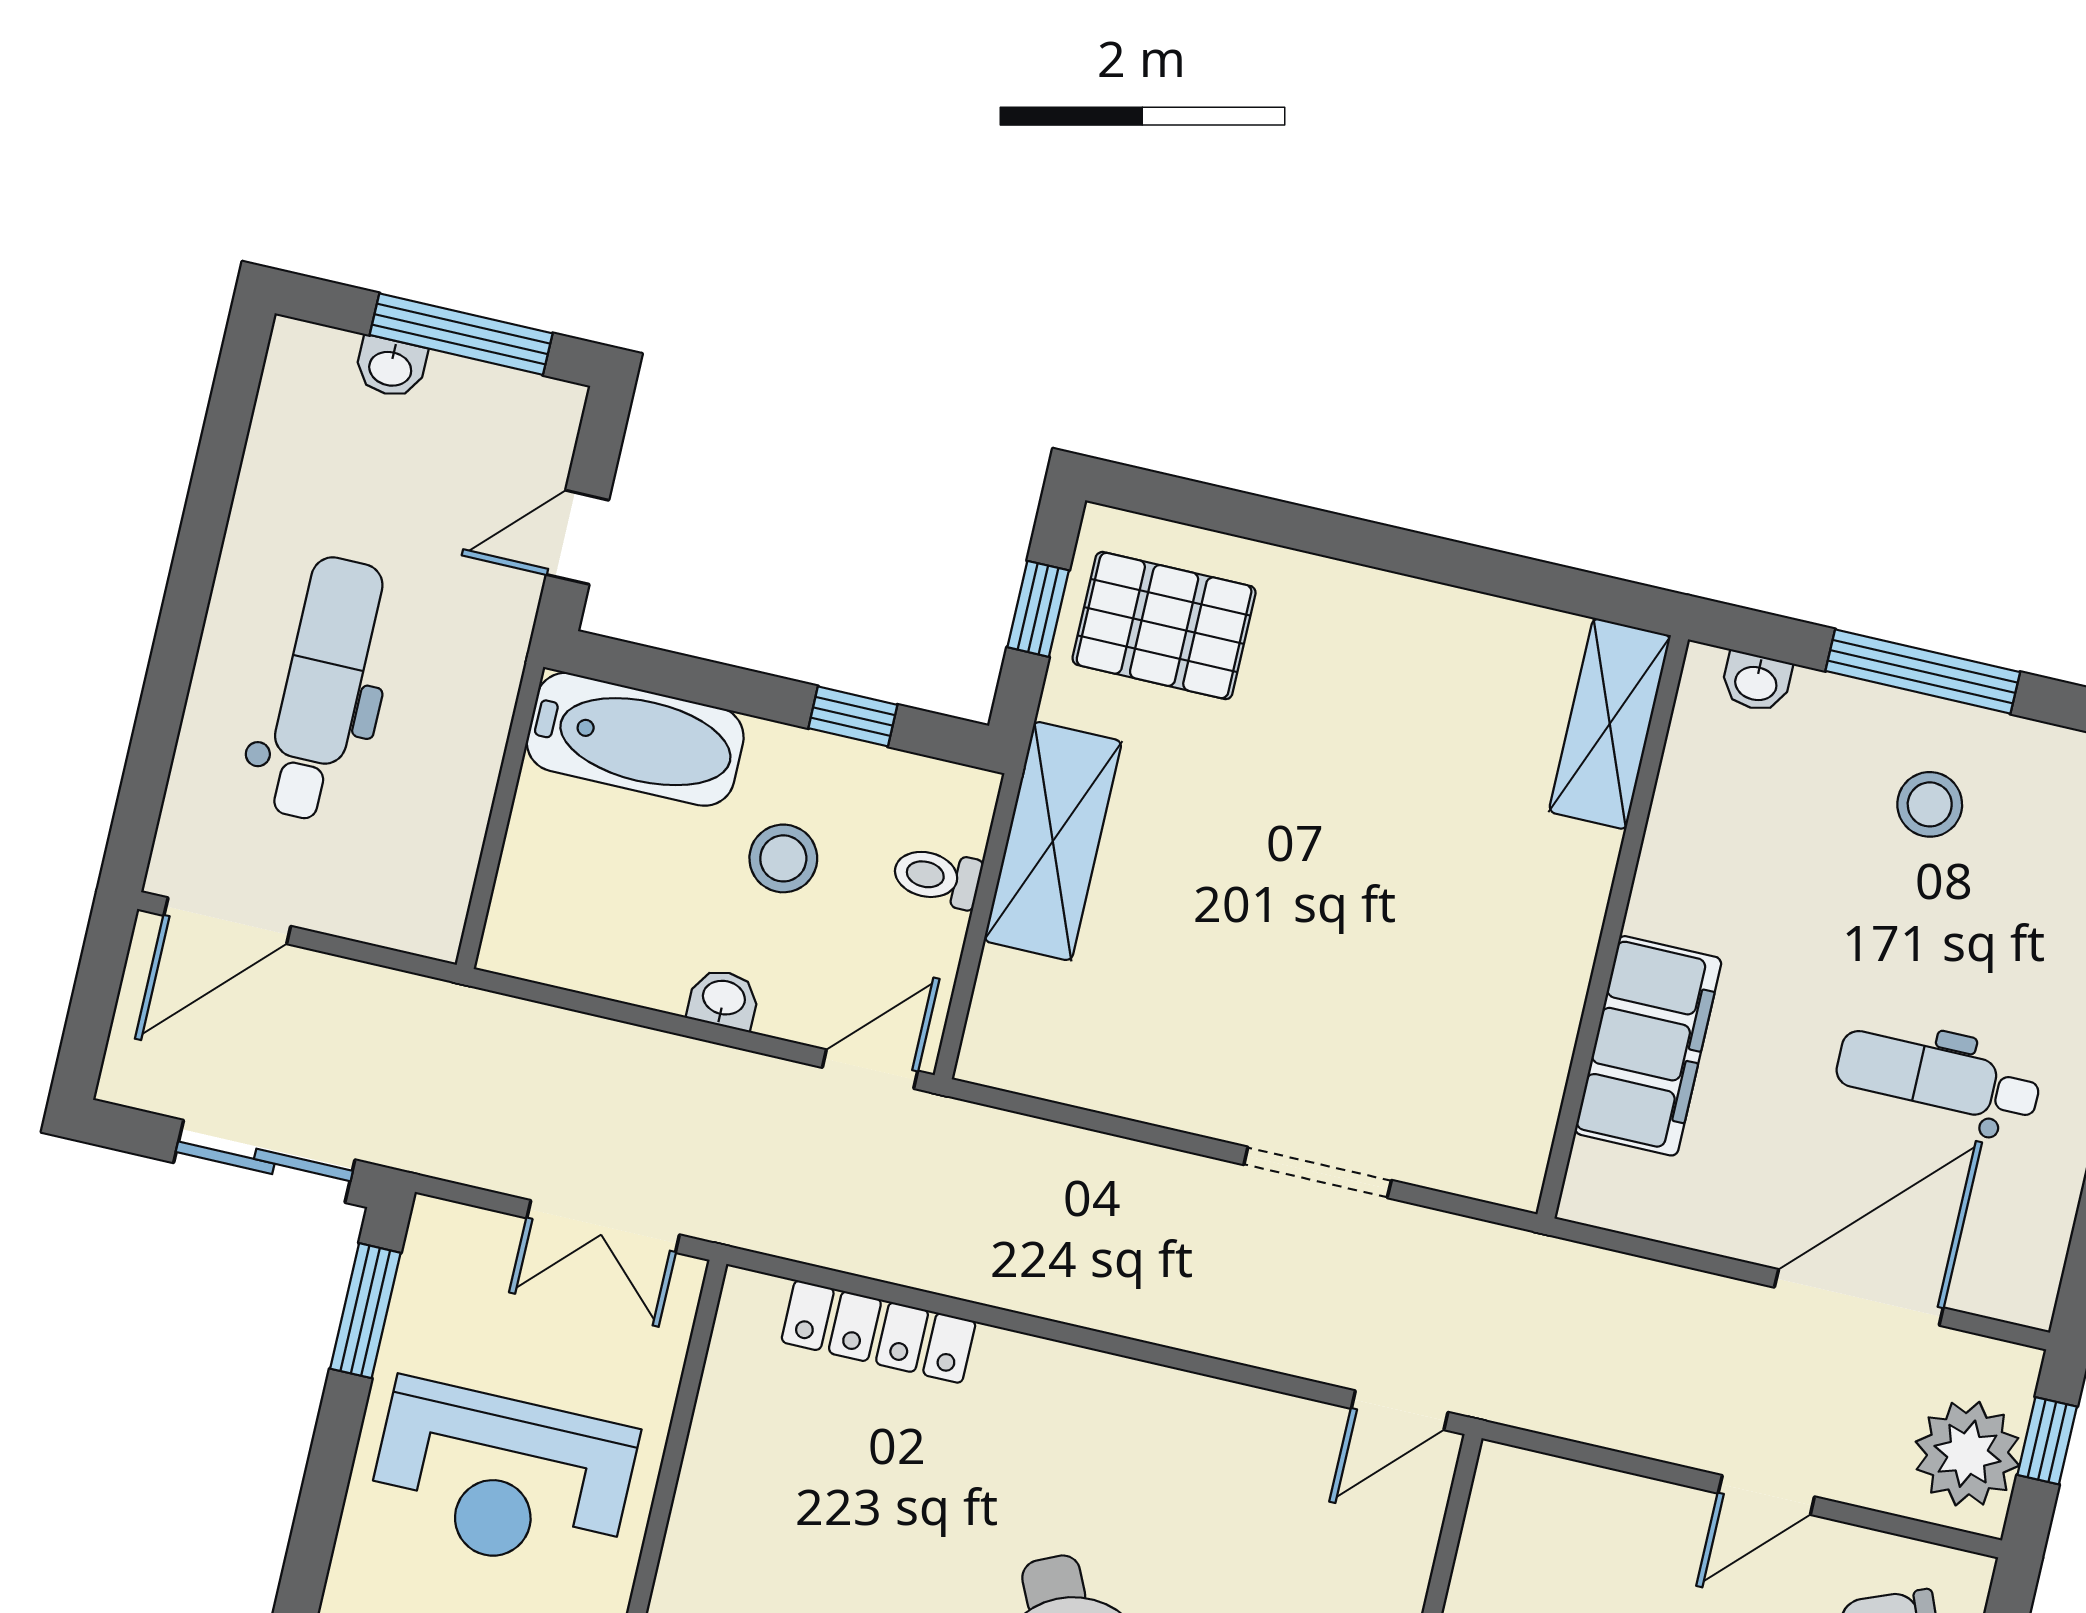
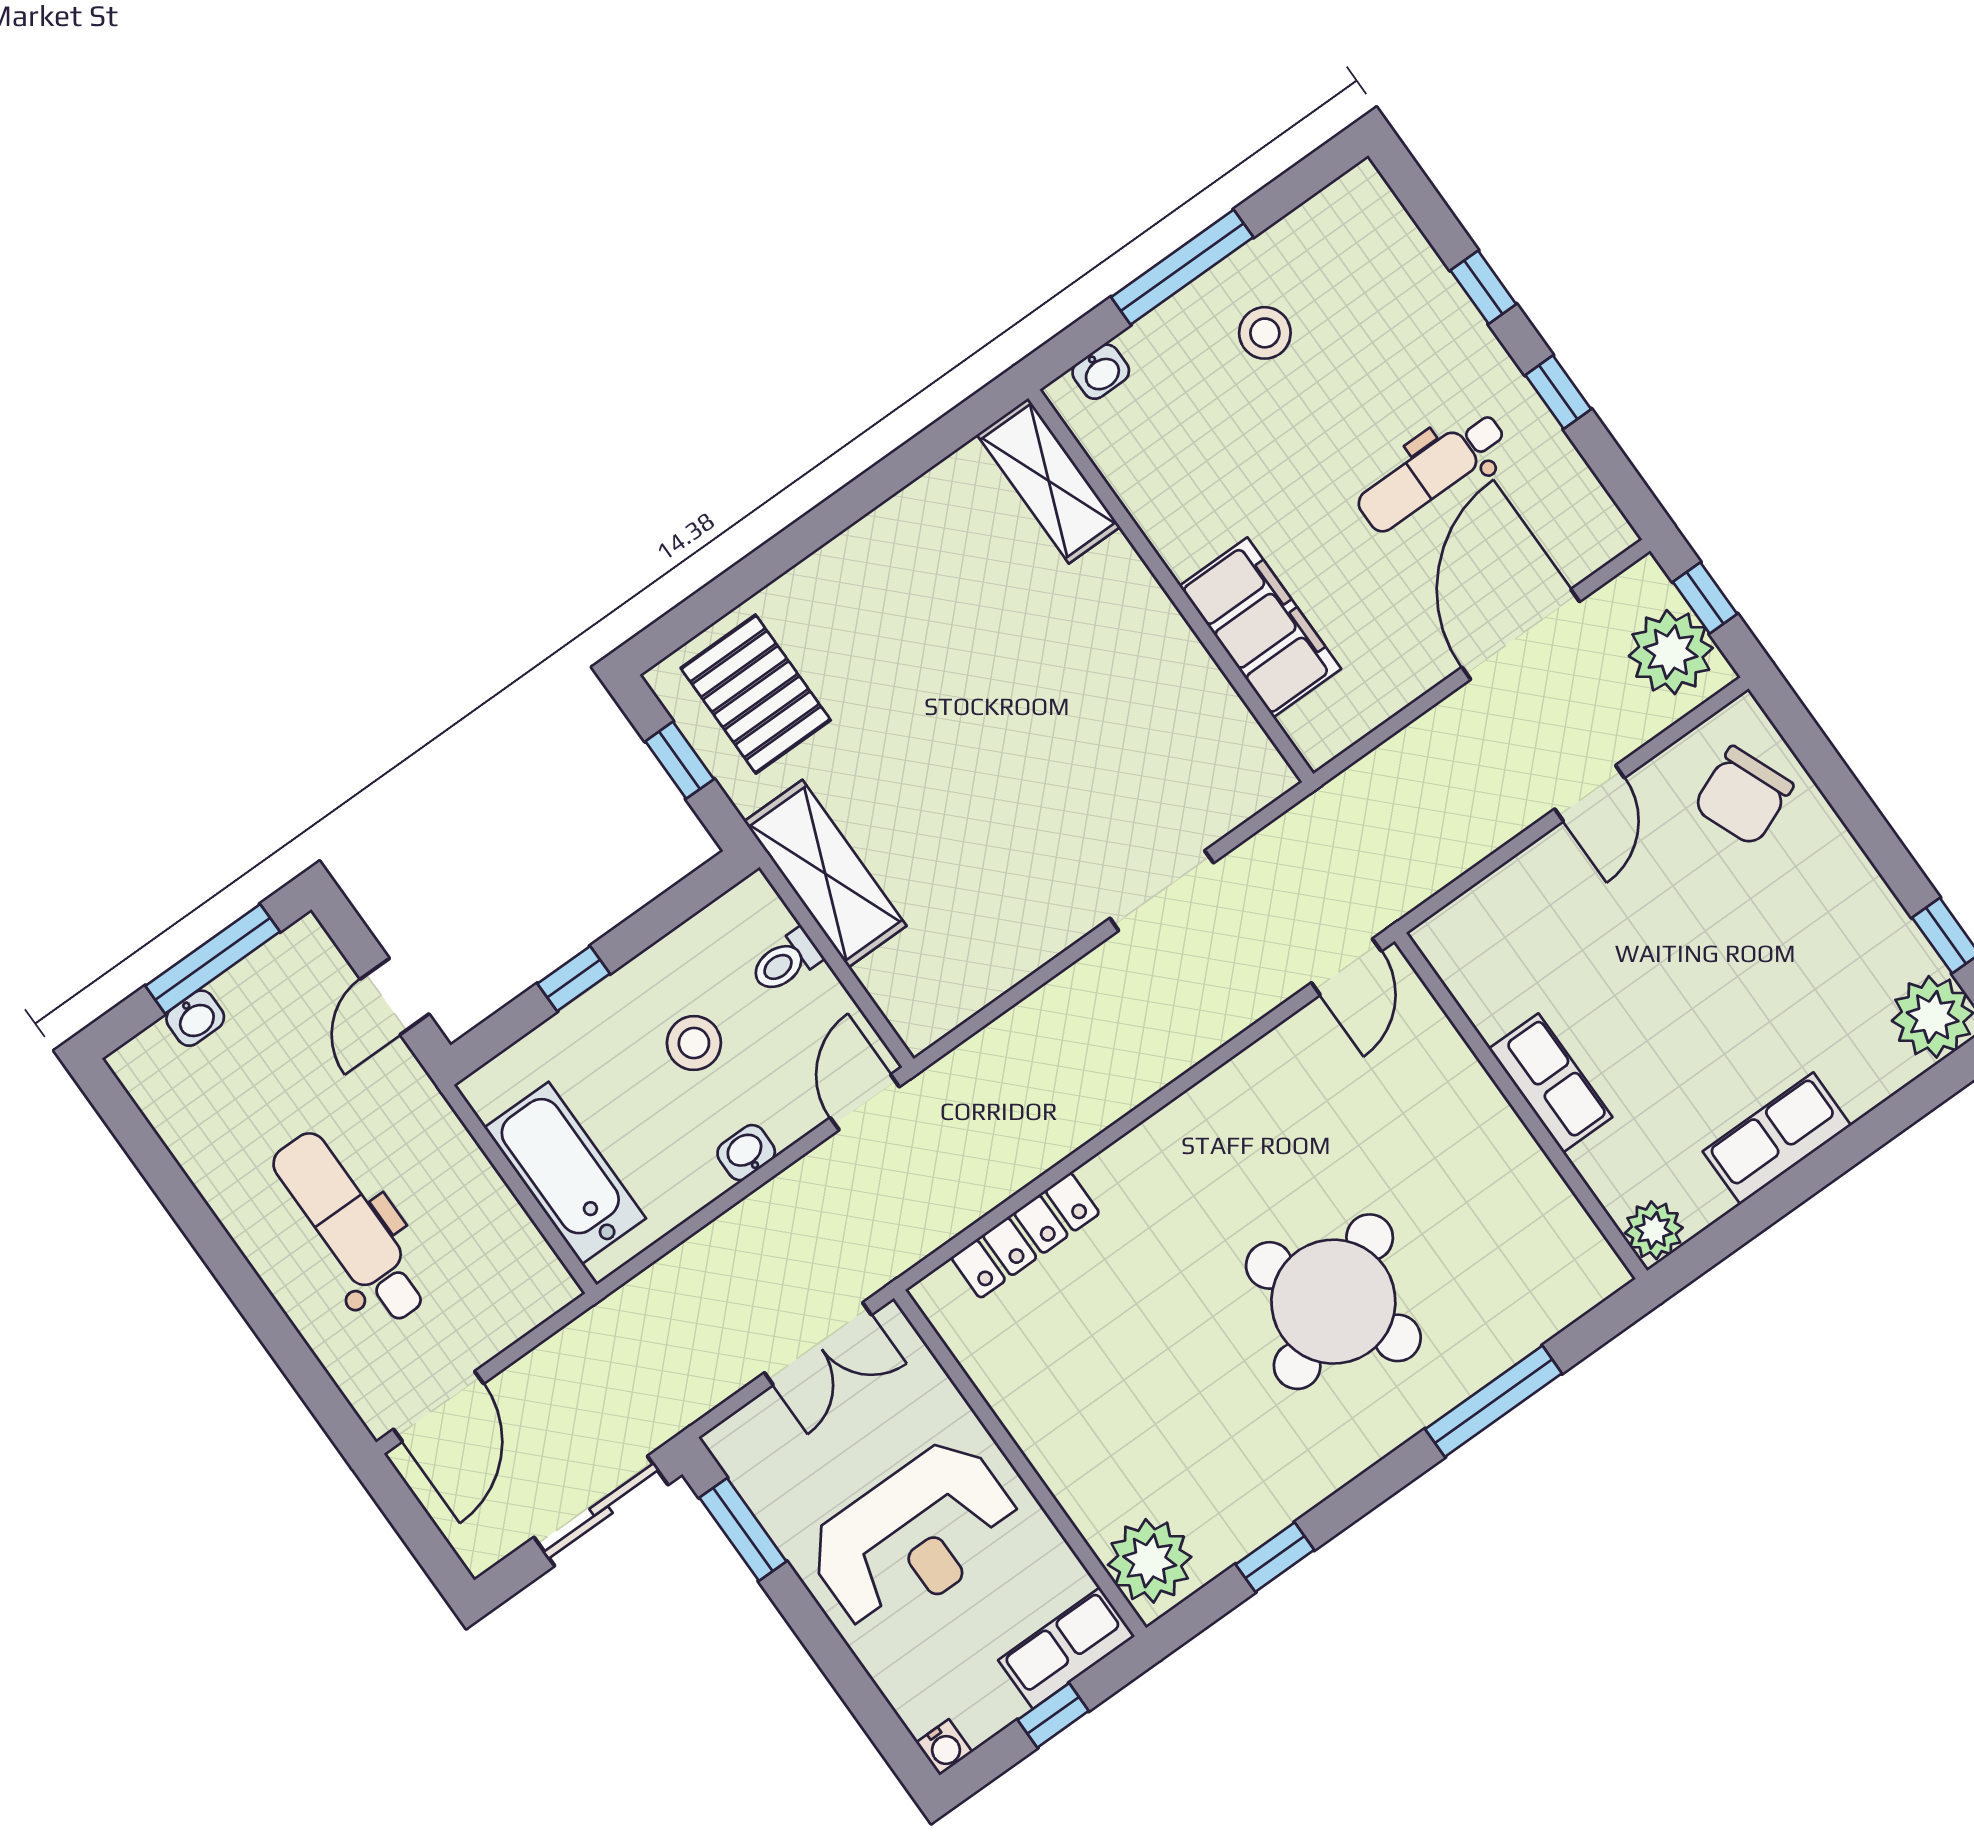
pallet: (1164, 626) -> (756, 694), turned 90
window: (853, 716) -> (574, 979), moved
bathtub: (635, 739) -> (565, 1173), moved, turned -90

